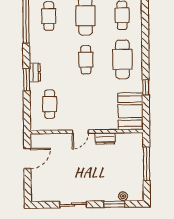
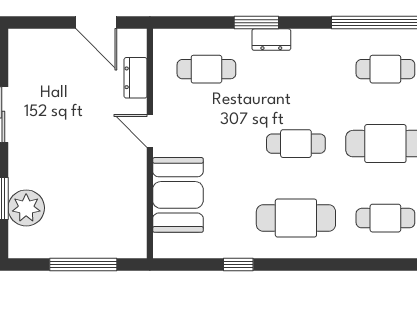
booth: (131, 111) -> (178, 195), moved, turned 90
dresser: (105, 138) -> (136, 78), moved
plant: (123, 196) -> (26, 208), width x1.87, depth x1.87

